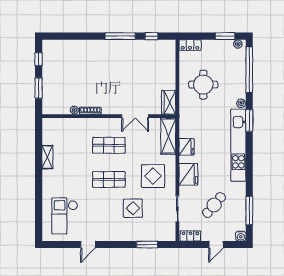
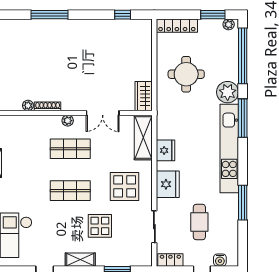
window: (120, 36) -> (50, 15), moved
locker: (190, 45) -> (177, 26), width x1.53
plant: (241, 103) -> (228, 92), width x1.87, depth x1.87
window: (249, 120) -> (243, 118), width x1.44
plant: (107, 122) -> (68, 121), added
cafe table: (214, 205) -> (199, 222), turned -40
window: (249, 210) -> (243, 203), moved
shelving: (117, 236) -> (80, 260), added
water cooler: (241, 236) -> (220, 260), moved

